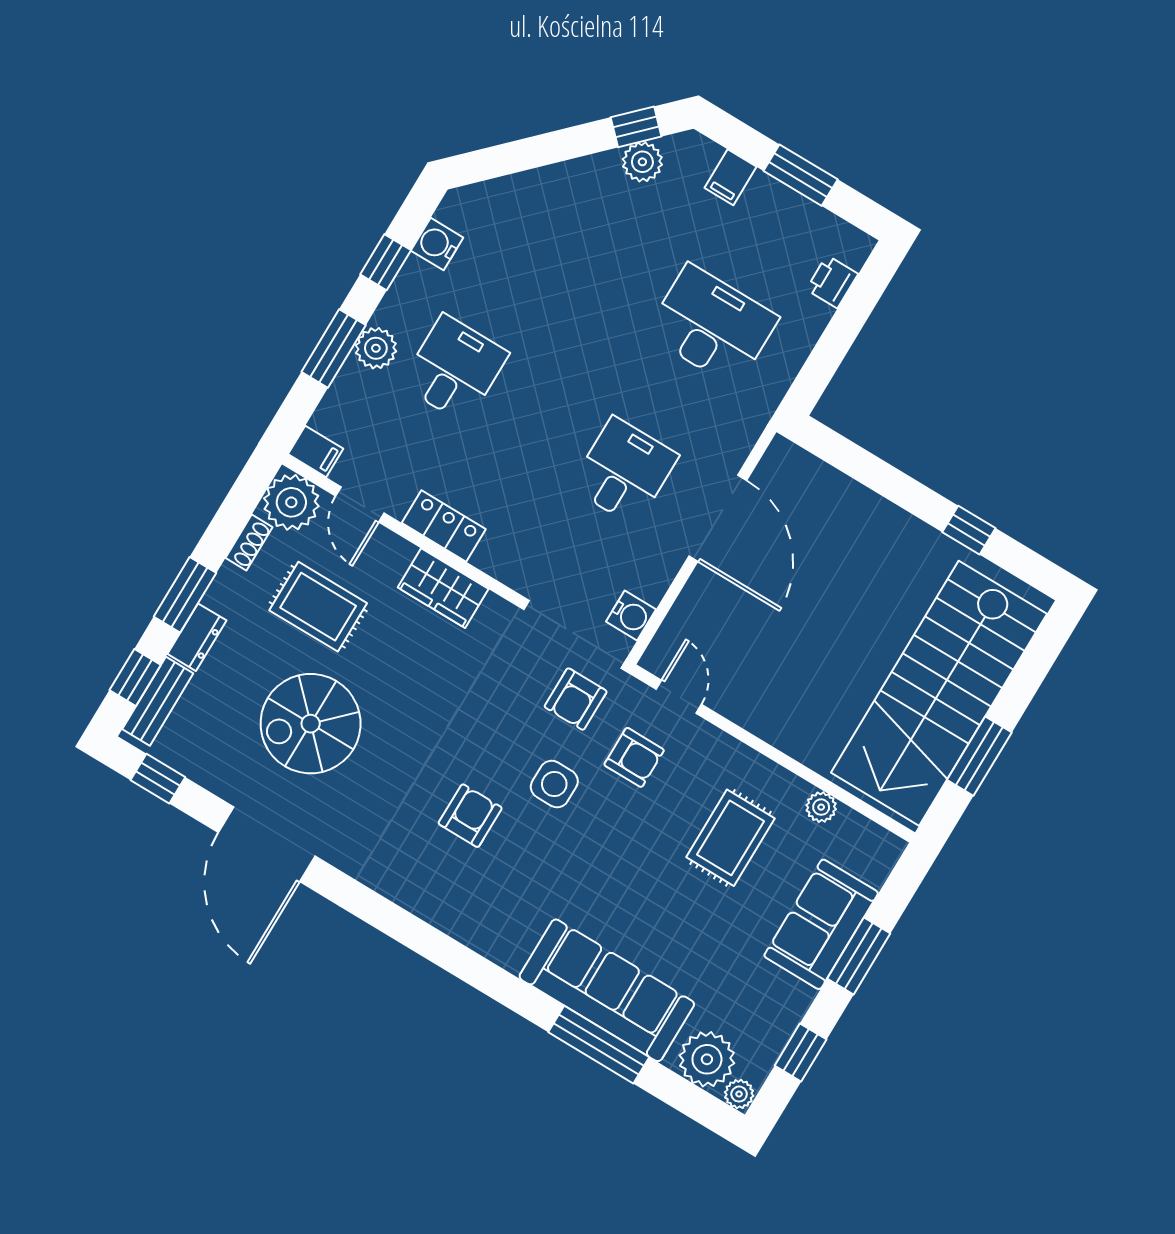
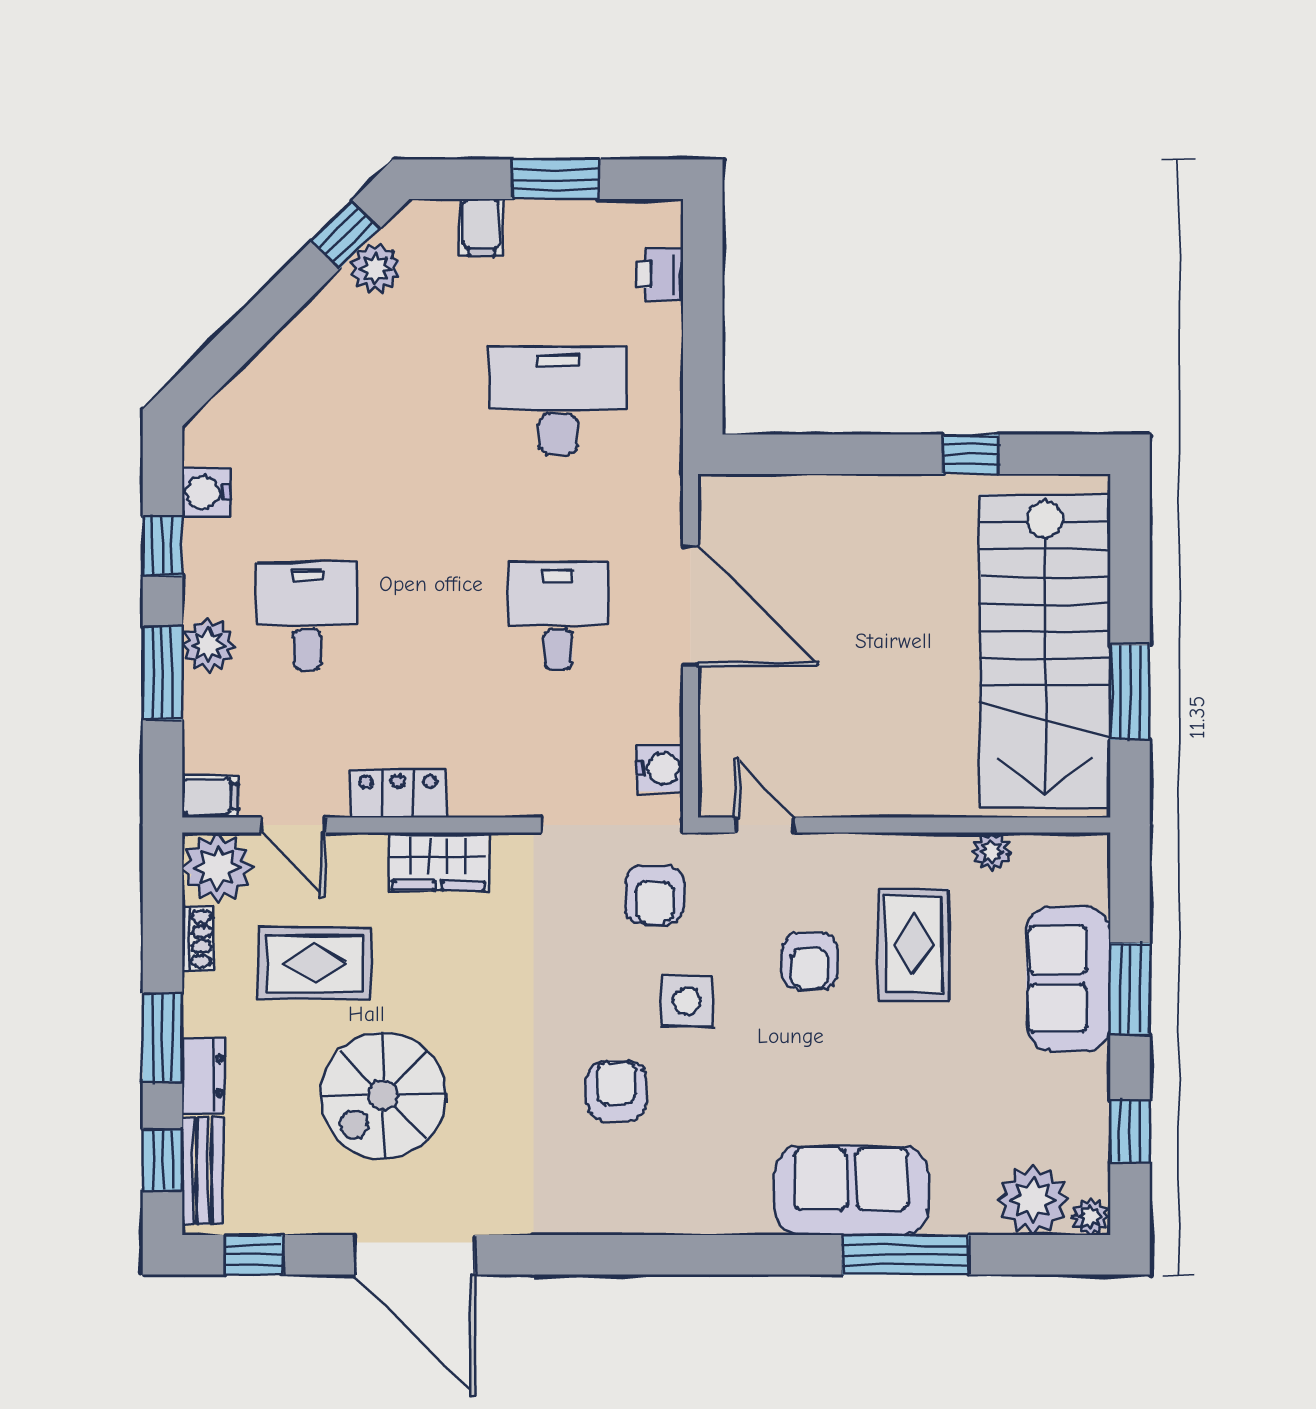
armchair: (634, 757) -> (810, 961), moved, turned 90
sofa: (607, 990) -> (851, 1191), width x0.73

